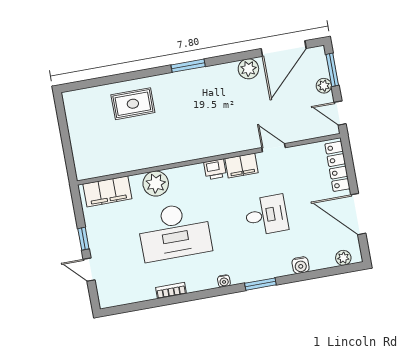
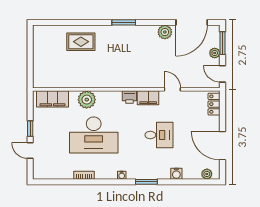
locker: (337, 166) -> (214, 104), width x0.66

